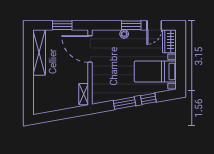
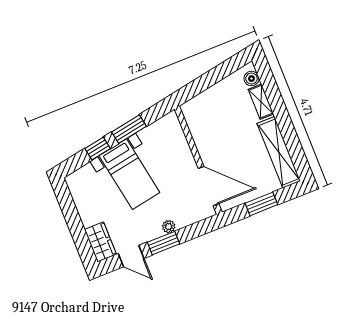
door: (154, 25) -> (131, 256), swing flipped
bed with nightstands: (155, 71) -> (129, 174), moved, turned 80
shelving: (84, 94) -> (261, 102), moved
boiler: (38, 104) -> (251, 79), added

